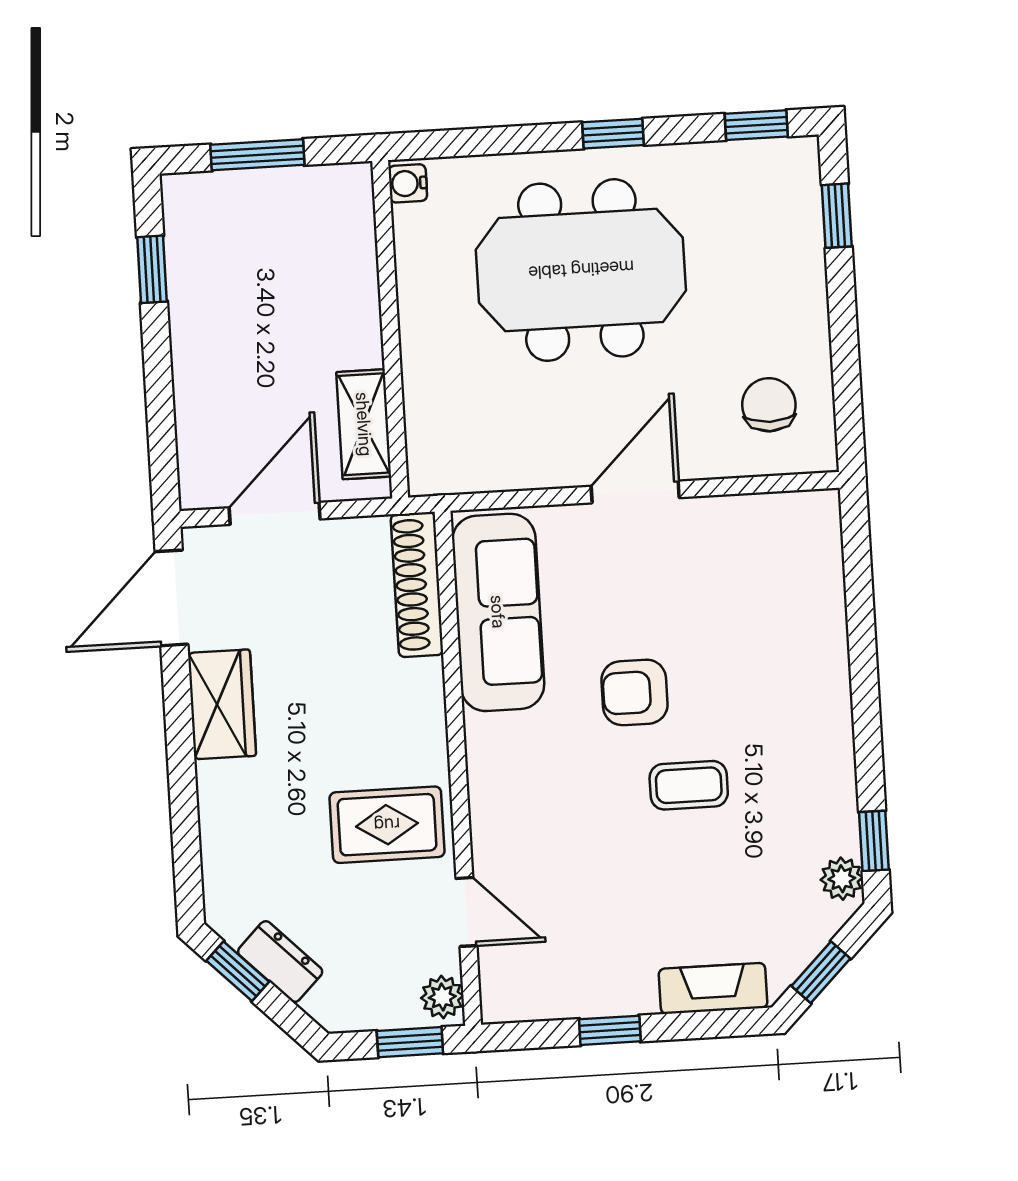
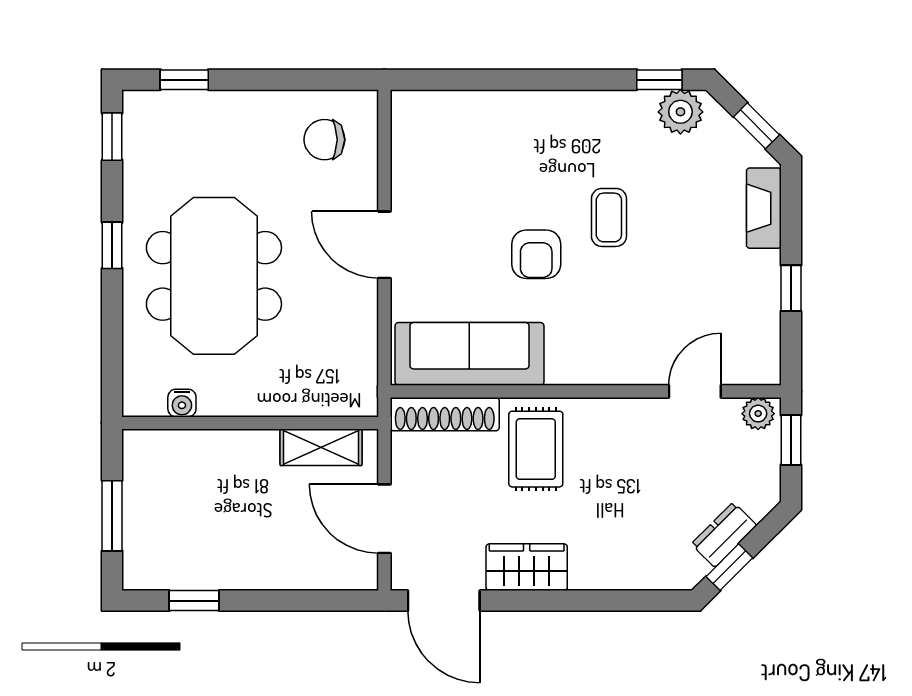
water cooler: (408, 183) -> (182, 403), moved
rug: (387, 825) -> (536, 449), moved
plant: (842, 879) -> (680, 112), width x1.38, depth x1.38

